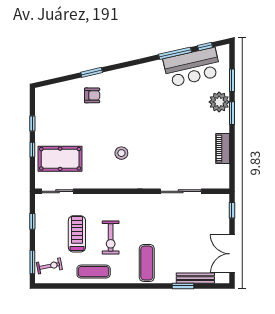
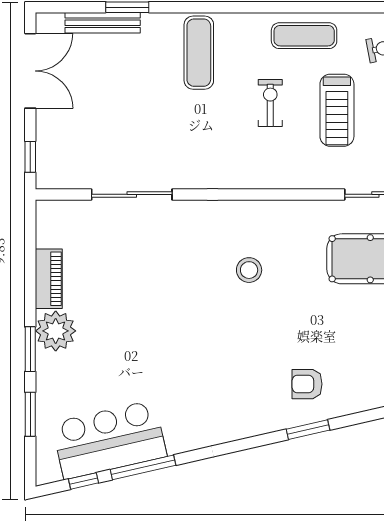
plant: (219, 102) -> (56, 331), moved
exercise bike: (111, 237) -> (270, 103), width x0.73, depth x0.72

